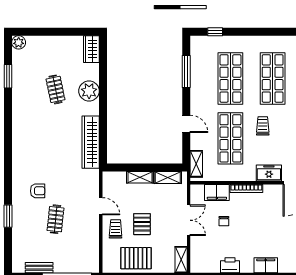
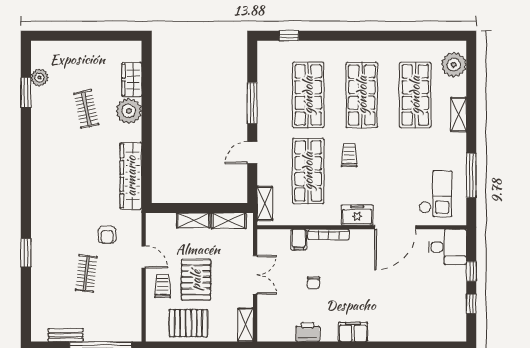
plant: (19, 42) -> (39, 77), moved
wardrobe: (91, 49) -> (132, 80), moved
window: (186, 72) -> (252, 103), moved
door: (186, 124) -> (252, 153), swing flipped
armchair: (38, 191) -> (107, 235), moved, turned 90
filing cabinet: (217, 192) -> (299, 240), width x0.50
window: (8, 216) -> (26, 253), moved
chair: (224, 221) -> (313, 283), moved
pallet: (142, 224) -> (196, 280), width x1.50, depth x1.42

